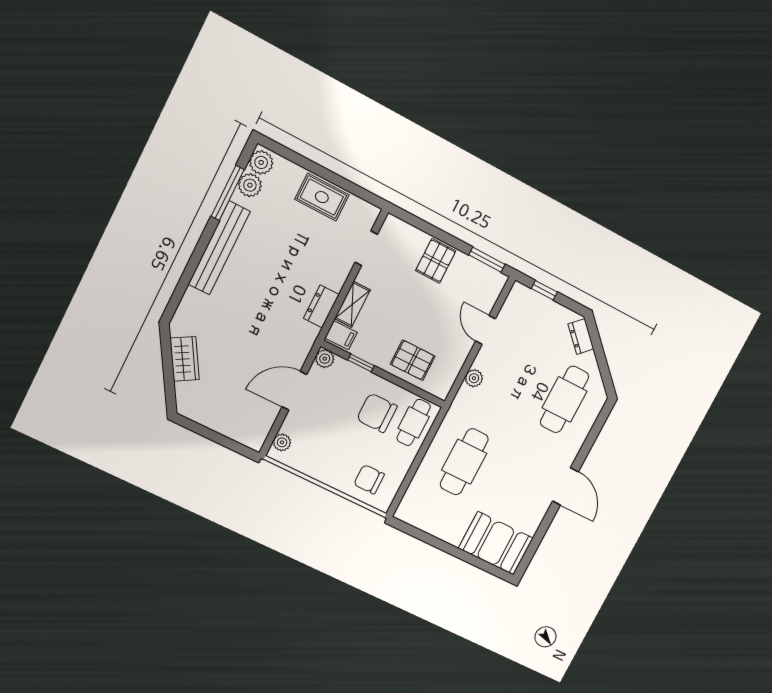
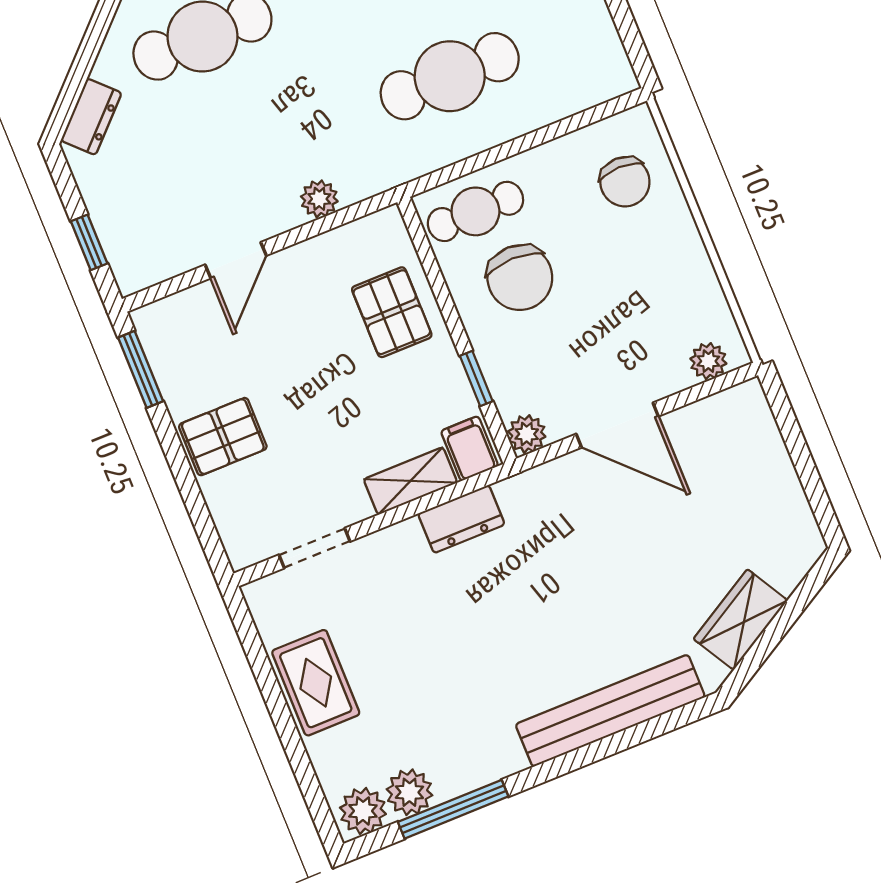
bench: (219, 248) -> (610, 711), moved

